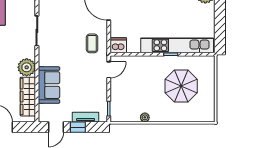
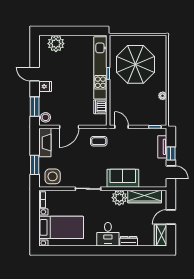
dishwasher: (118, 45) -> (100, 107), moved
sofa: (49, 85) -> (123, 178), moved
parasol: (181, 86) -> (135, 64), width x1.36, depth x1.36

